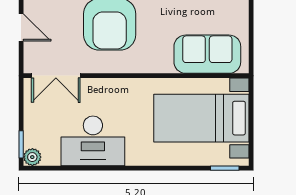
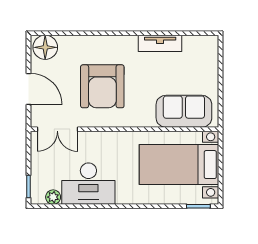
door: (21, 27) -> (29, 89), width x1.37
plant: (32, 157) -> (53, 197), moved

